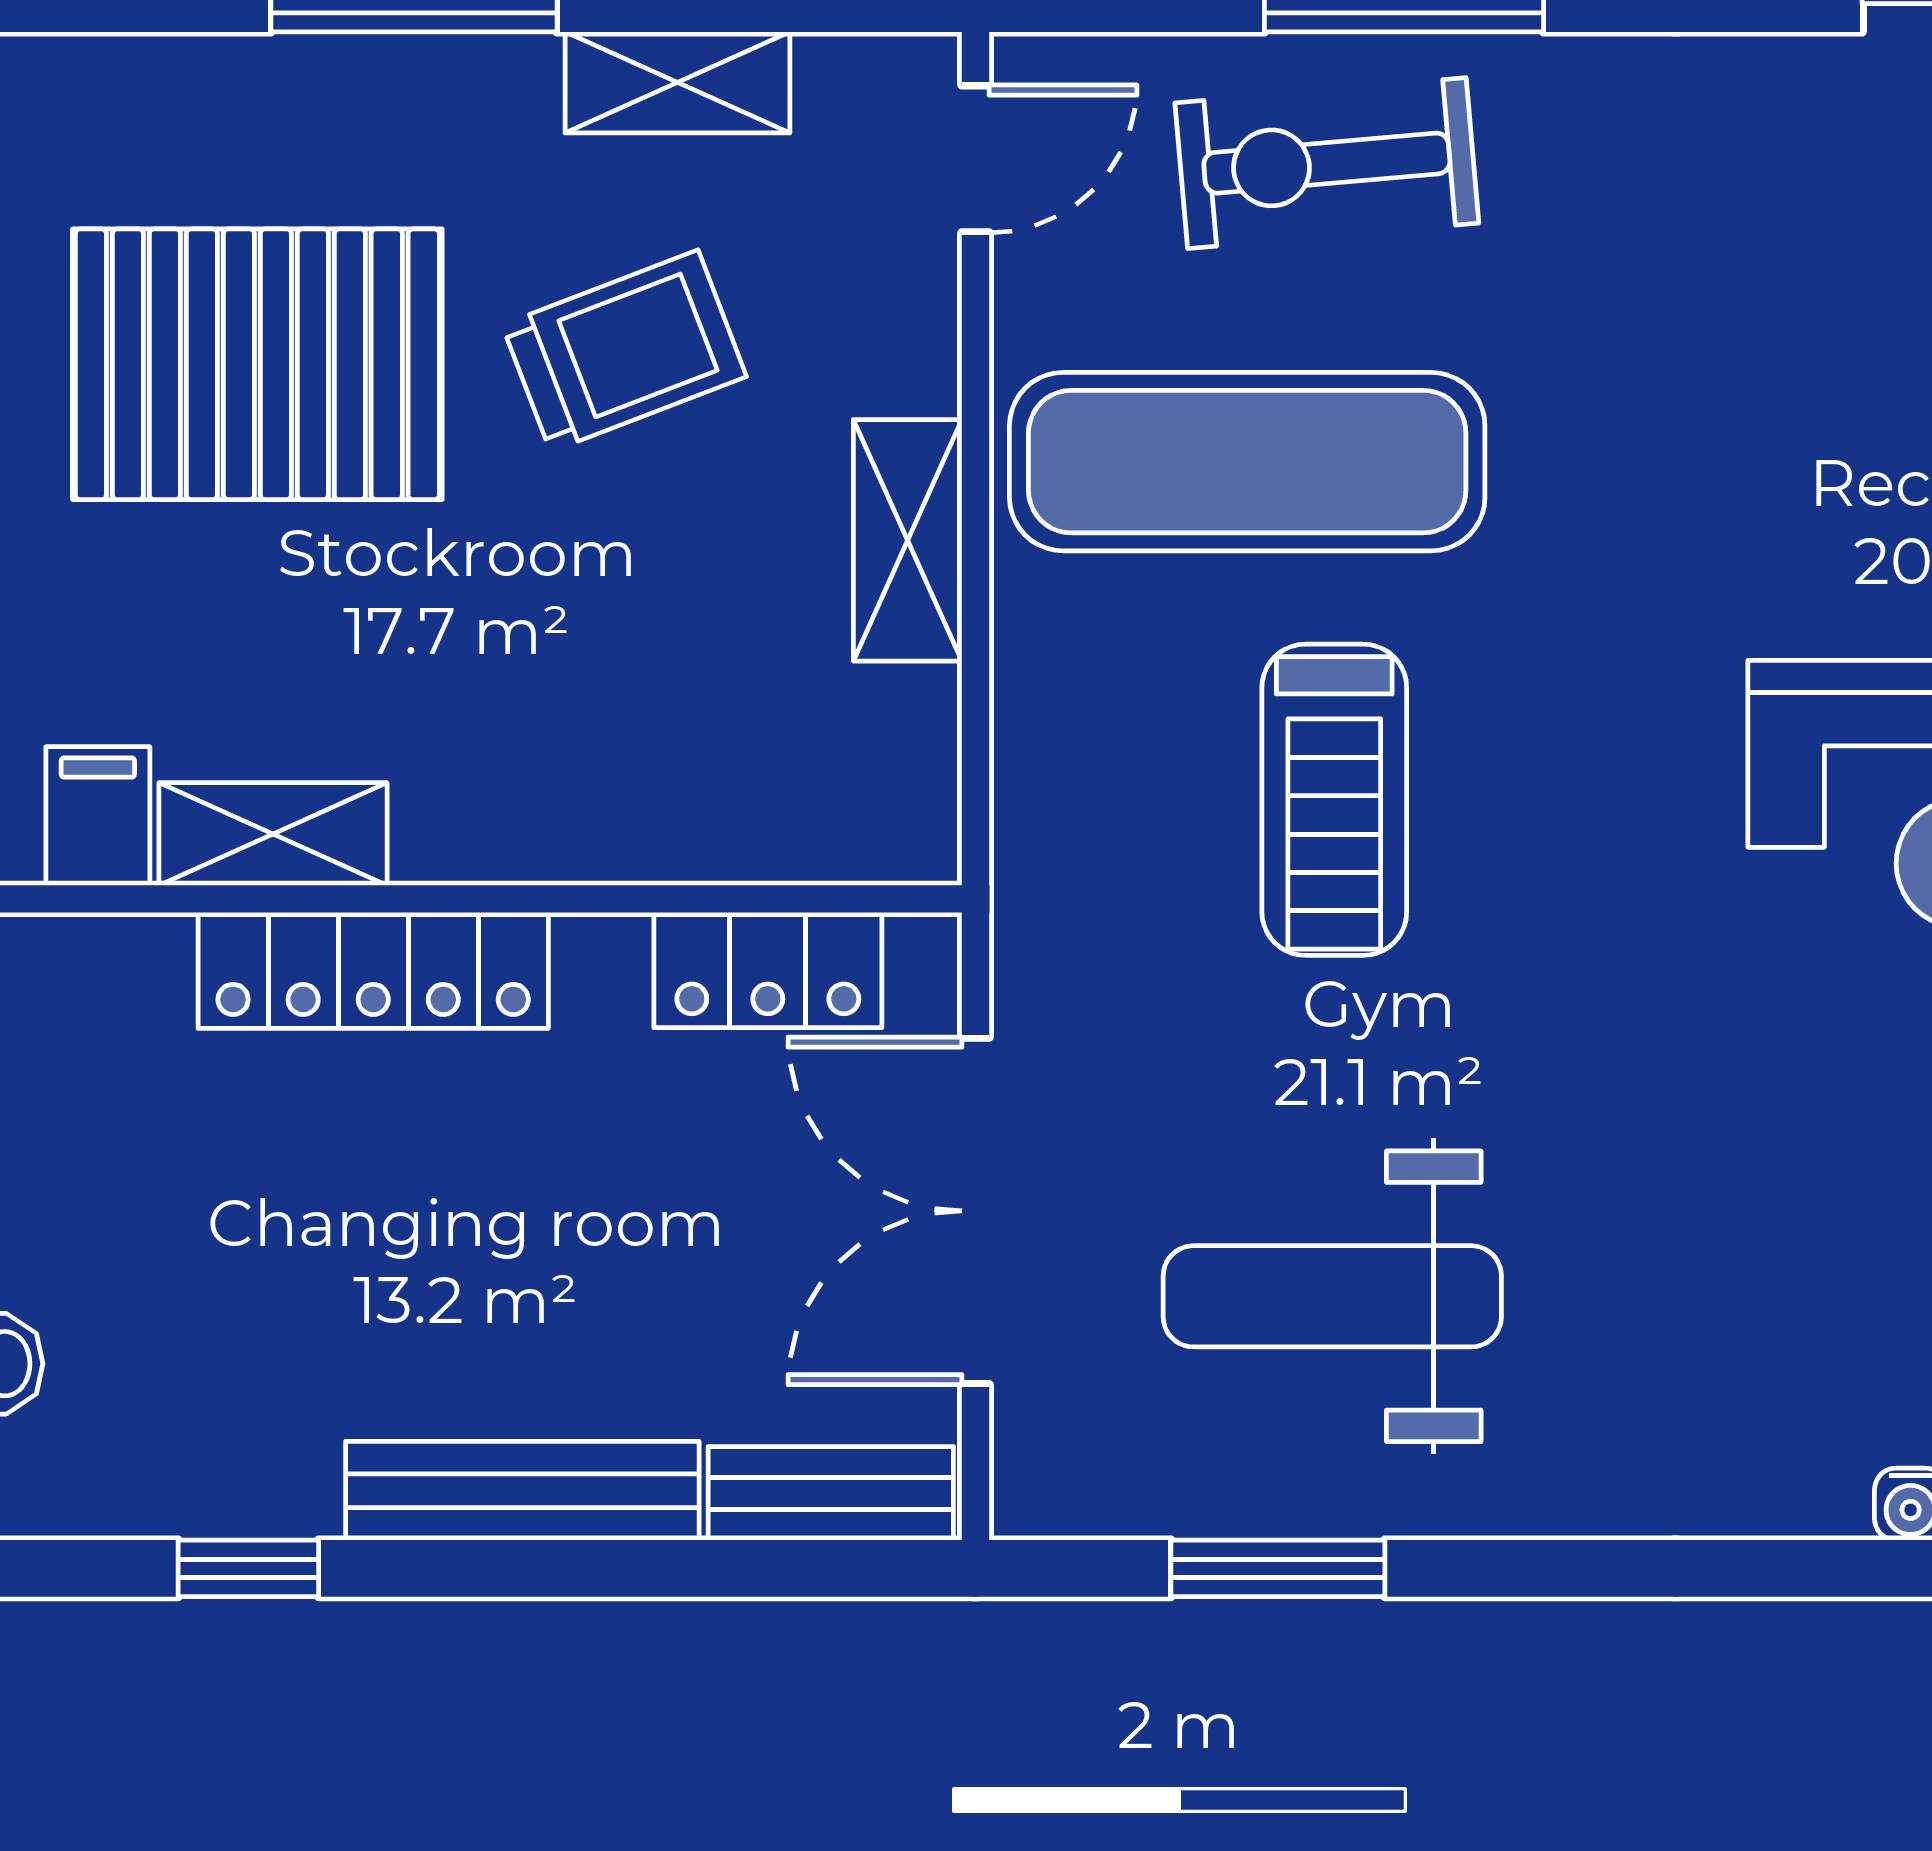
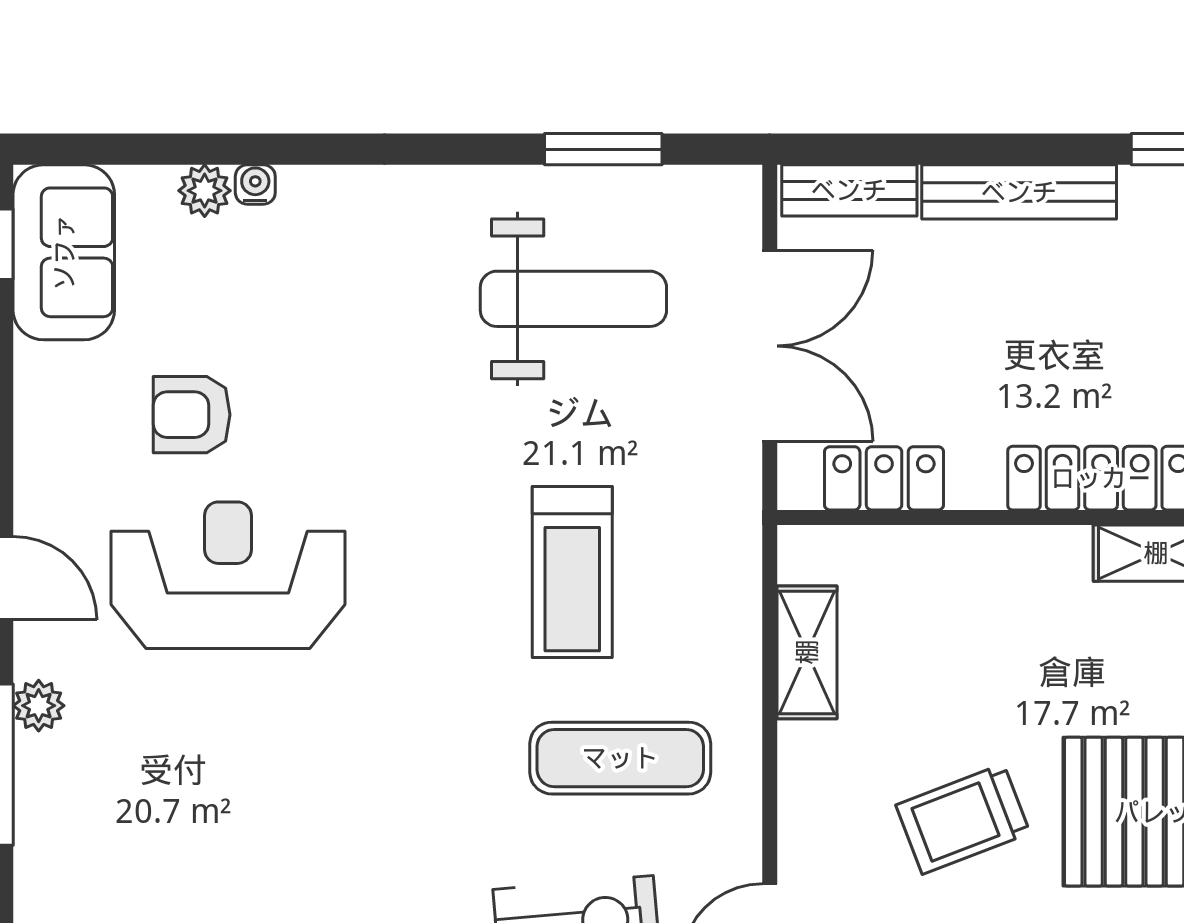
exercise mat: (1247, 462) -> (620, 758), width x0.73, depth x0.69
shelving: (908, 540) -> (807, 652), moved
treadmill: (1334, 800) -> (572, 572), turned 180

